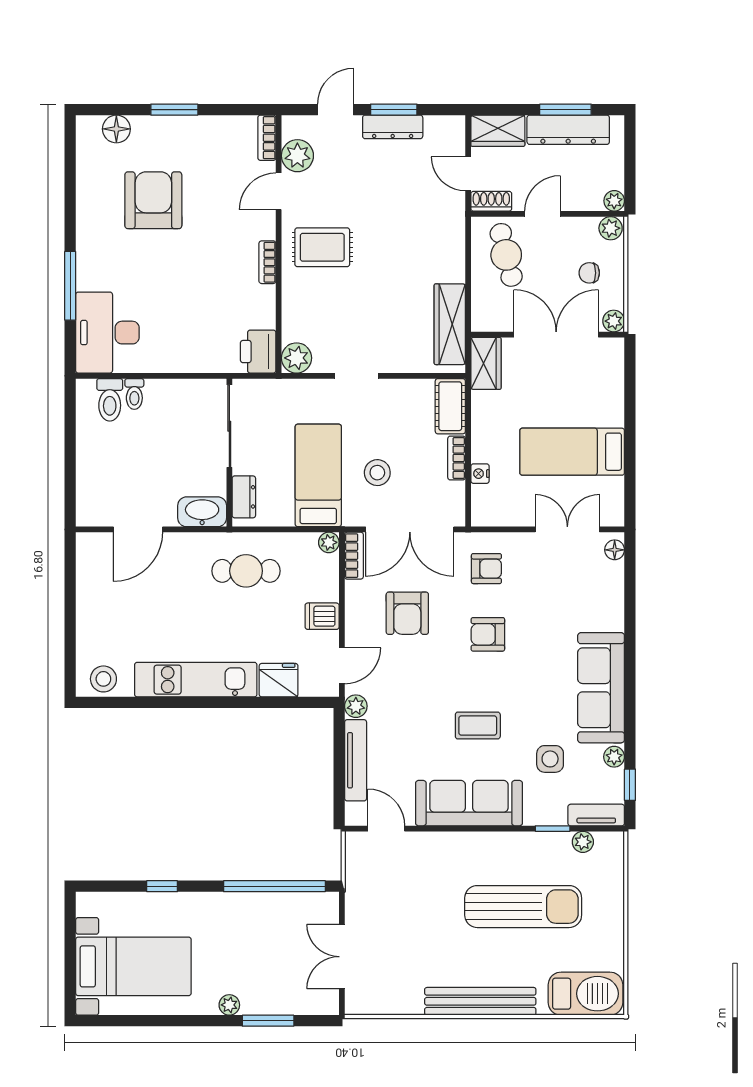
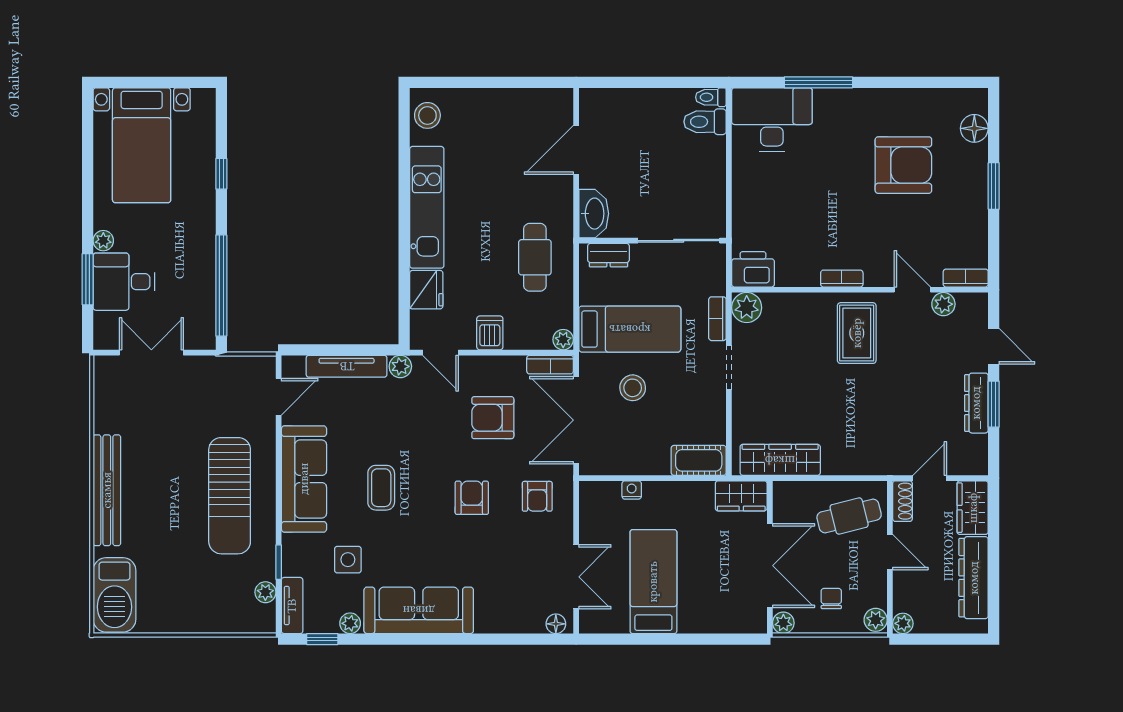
window: (565, 110) -> (994, 575), removed
plant: (297, 156) -> (943, 304), width x0.73, depth x0.73
toilet: (134, 394) -> (711, 97), moved
bookcase: (457, 458) -> (717, 319), moved, turned -90
door: (138, 529) -> (576, 150), hinge flipped
sun lounger: (523, 907) -> (230, 496), moved
desk: (271, 984) -> (124, 282), added

